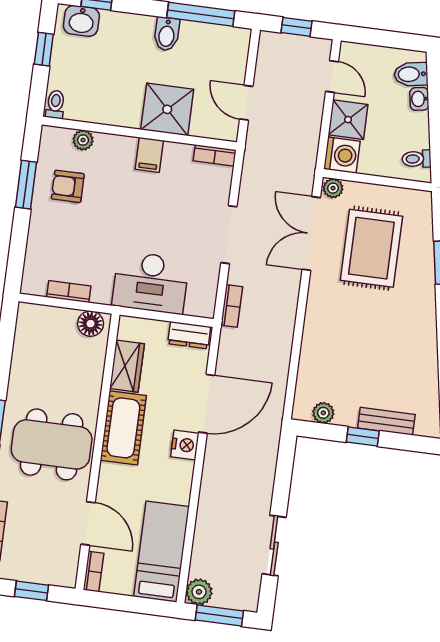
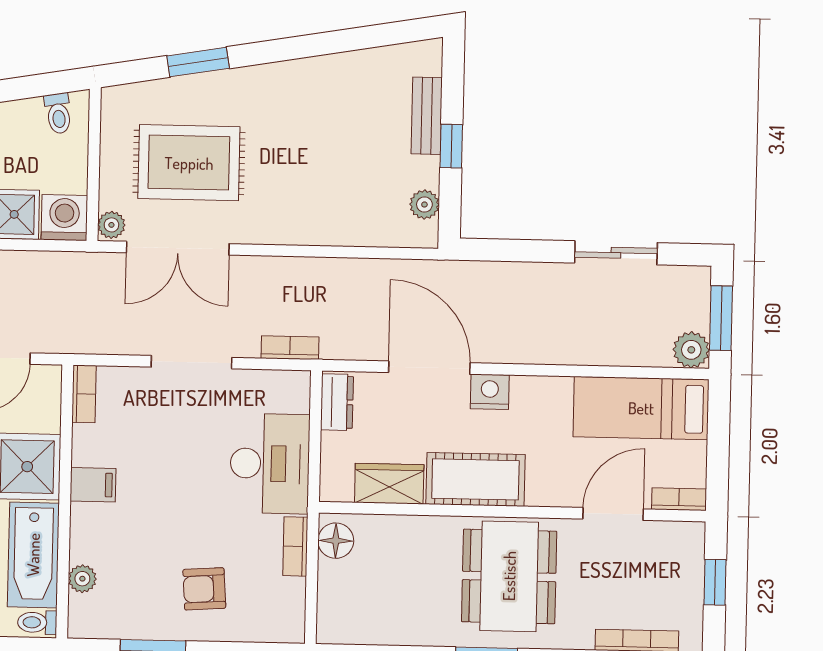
bathtub: (104, 107) -> (33, 555), added
armchair: (68, 186) -> (204, 589), moved, turned 86
bookcase: (69, 292) -> (295, 546), moved

